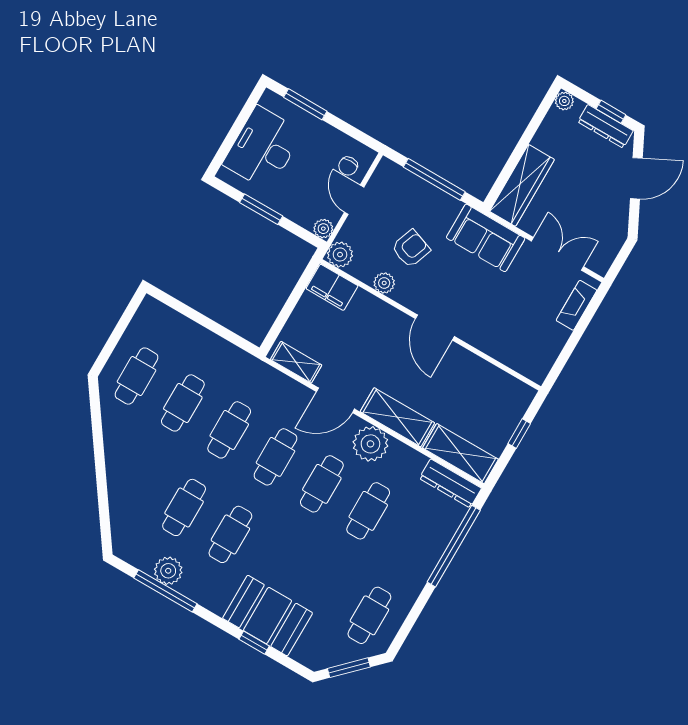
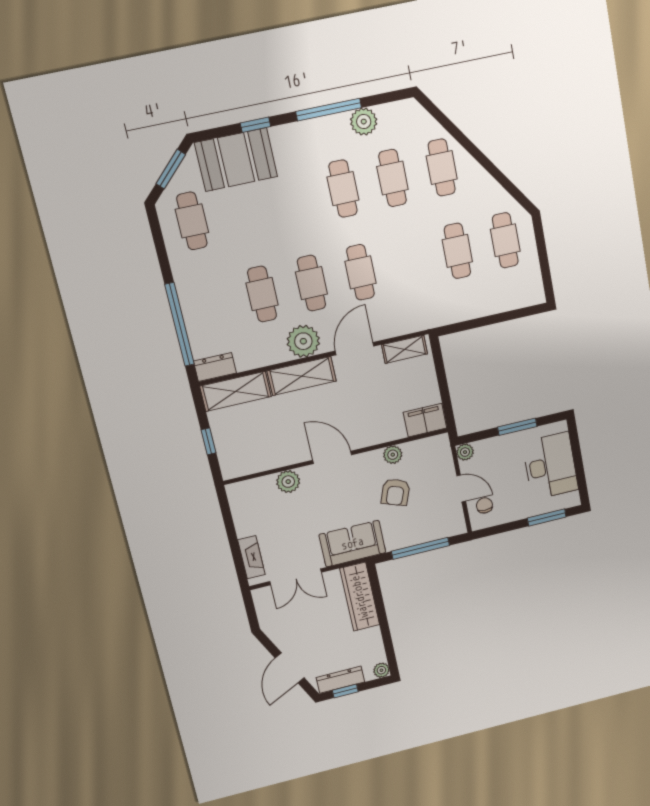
plant: (340, 255) -> (288, 482), moved
cafe table: (229, 430) -> (442, 168), moved
dresser: (450, 483) -> (215, 367), width x0.70
window: (165, 591) -> (329, 110), moved
booth: (268, 616) -> (236, 160), moved

